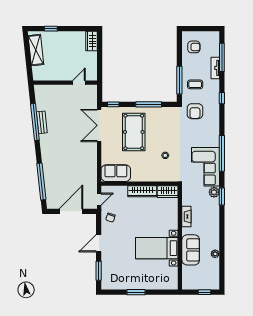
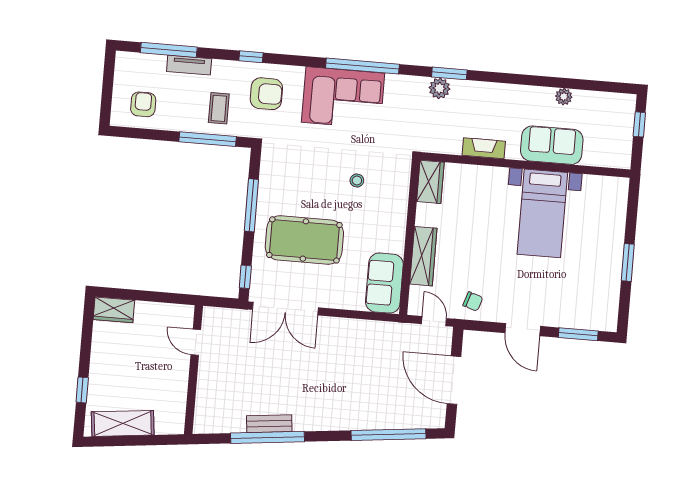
armchair: (195, 111) -> (266, 94), moved
corner sofa: (205, 167) -> (343, 98), moved
wardrobe: (142, 191) -> (423, 256), moved

